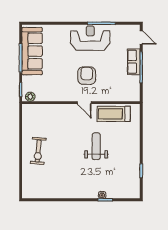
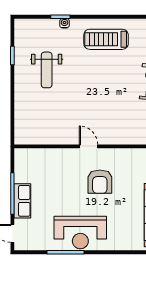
armchair: (87, 76) -> (100, 182), moved
treadmill: (114, 114) -> (106, 39), moved, turned 180
weight bench: (96, 146) -> (47, 70), moved

